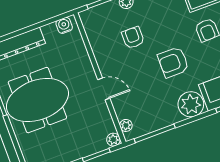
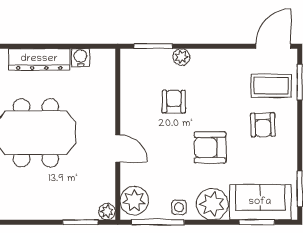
water cooler: (64, 25) -> (80, 58), moved
side table: (167, 116) -> (179, 207), added
plant: (126, 125) -> (134, 201), width x1.88, depth x1.88

